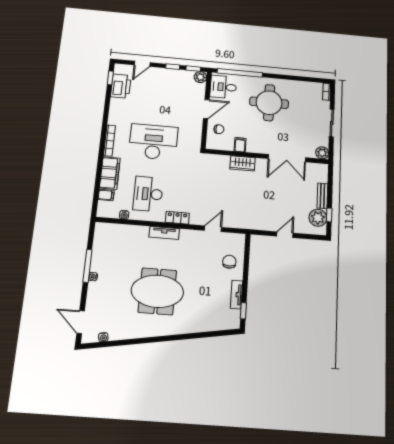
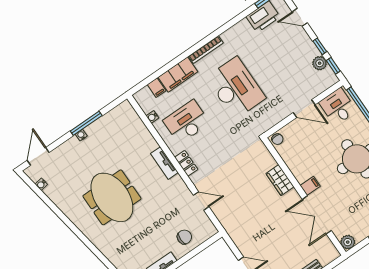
plant: (200, 77) -> (320, 63), moved
chair: (219, 129) -> (277, 139), moved
filing cabinet: (240, 145) -> (310, 186), moved

